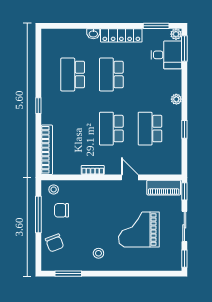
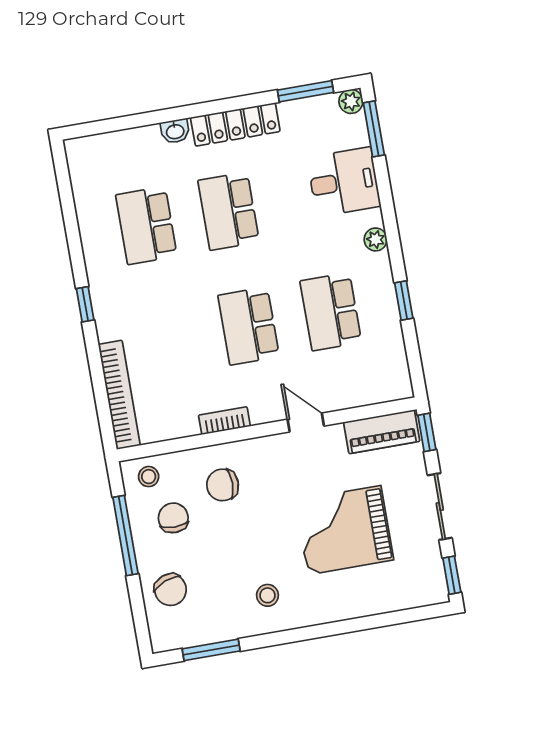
desk: (166, 55) -> (344, 182), moved
chair: (87, 199) -> (223, 485), added
chair: (62, 210) -> (173, 518), turned 90

